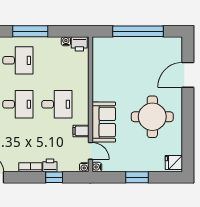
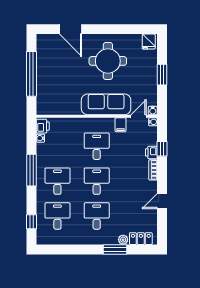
sofa: (104, 122) -> (106, 104), width x1.36

